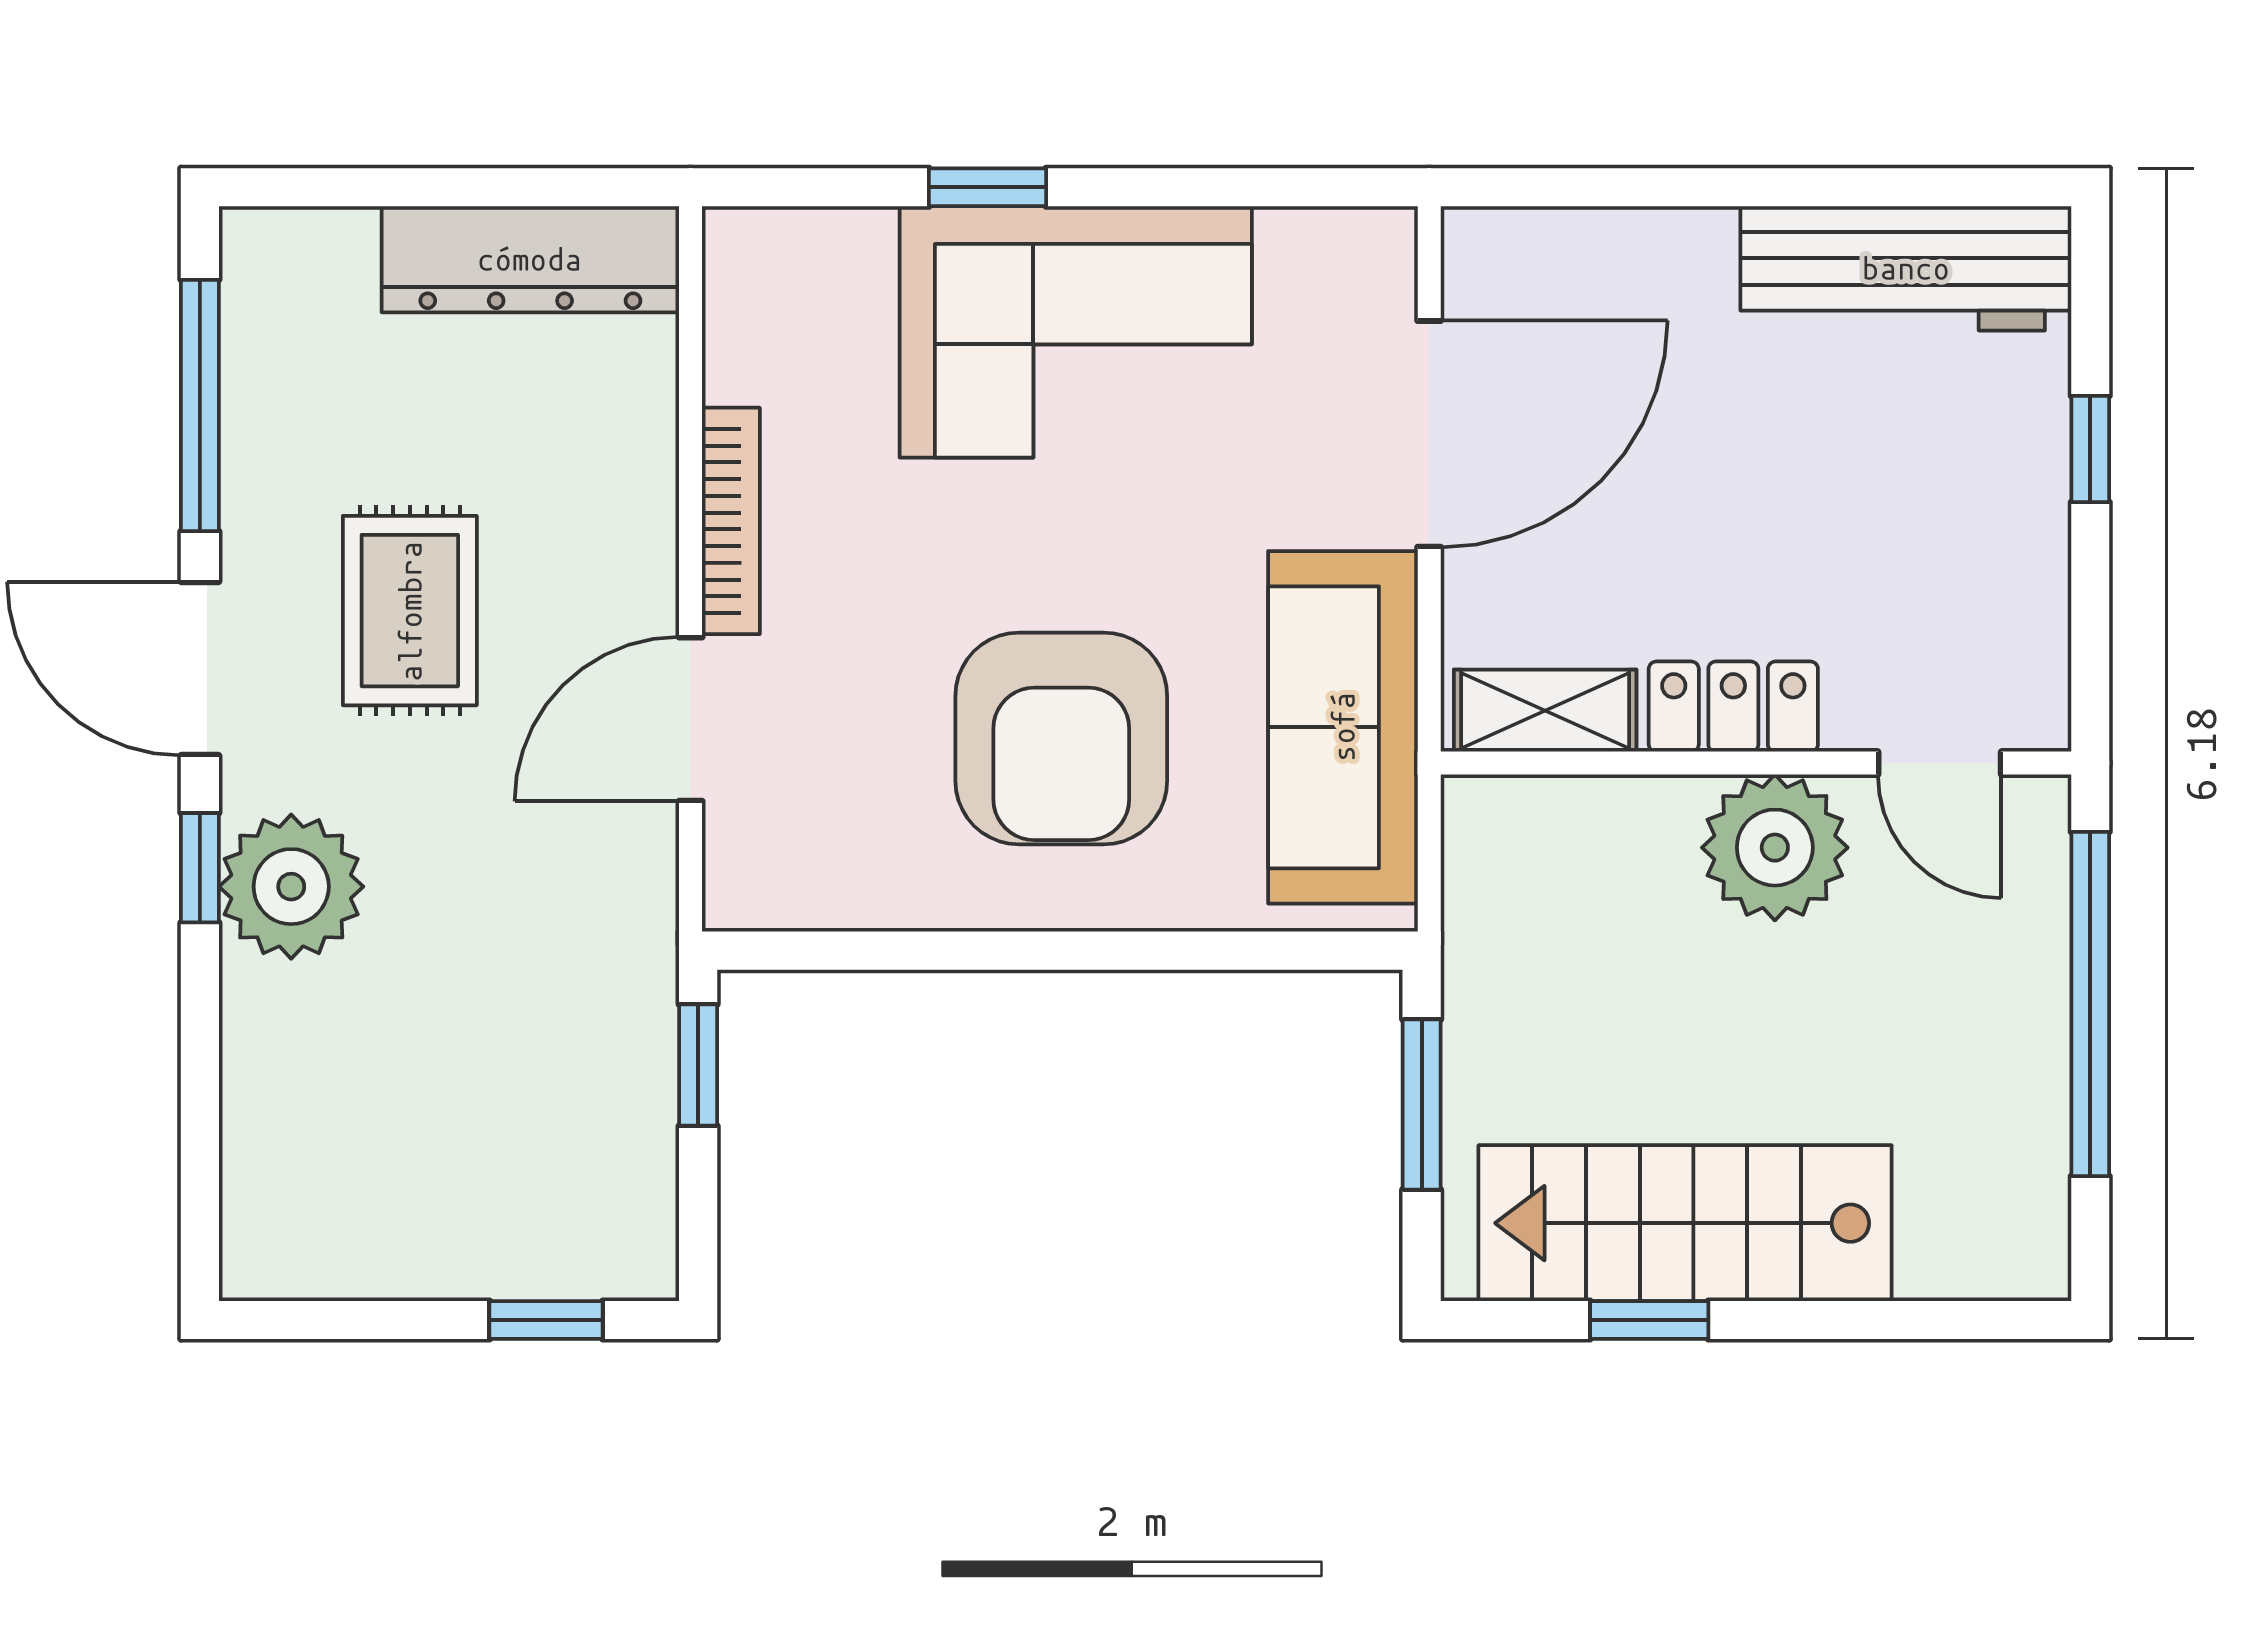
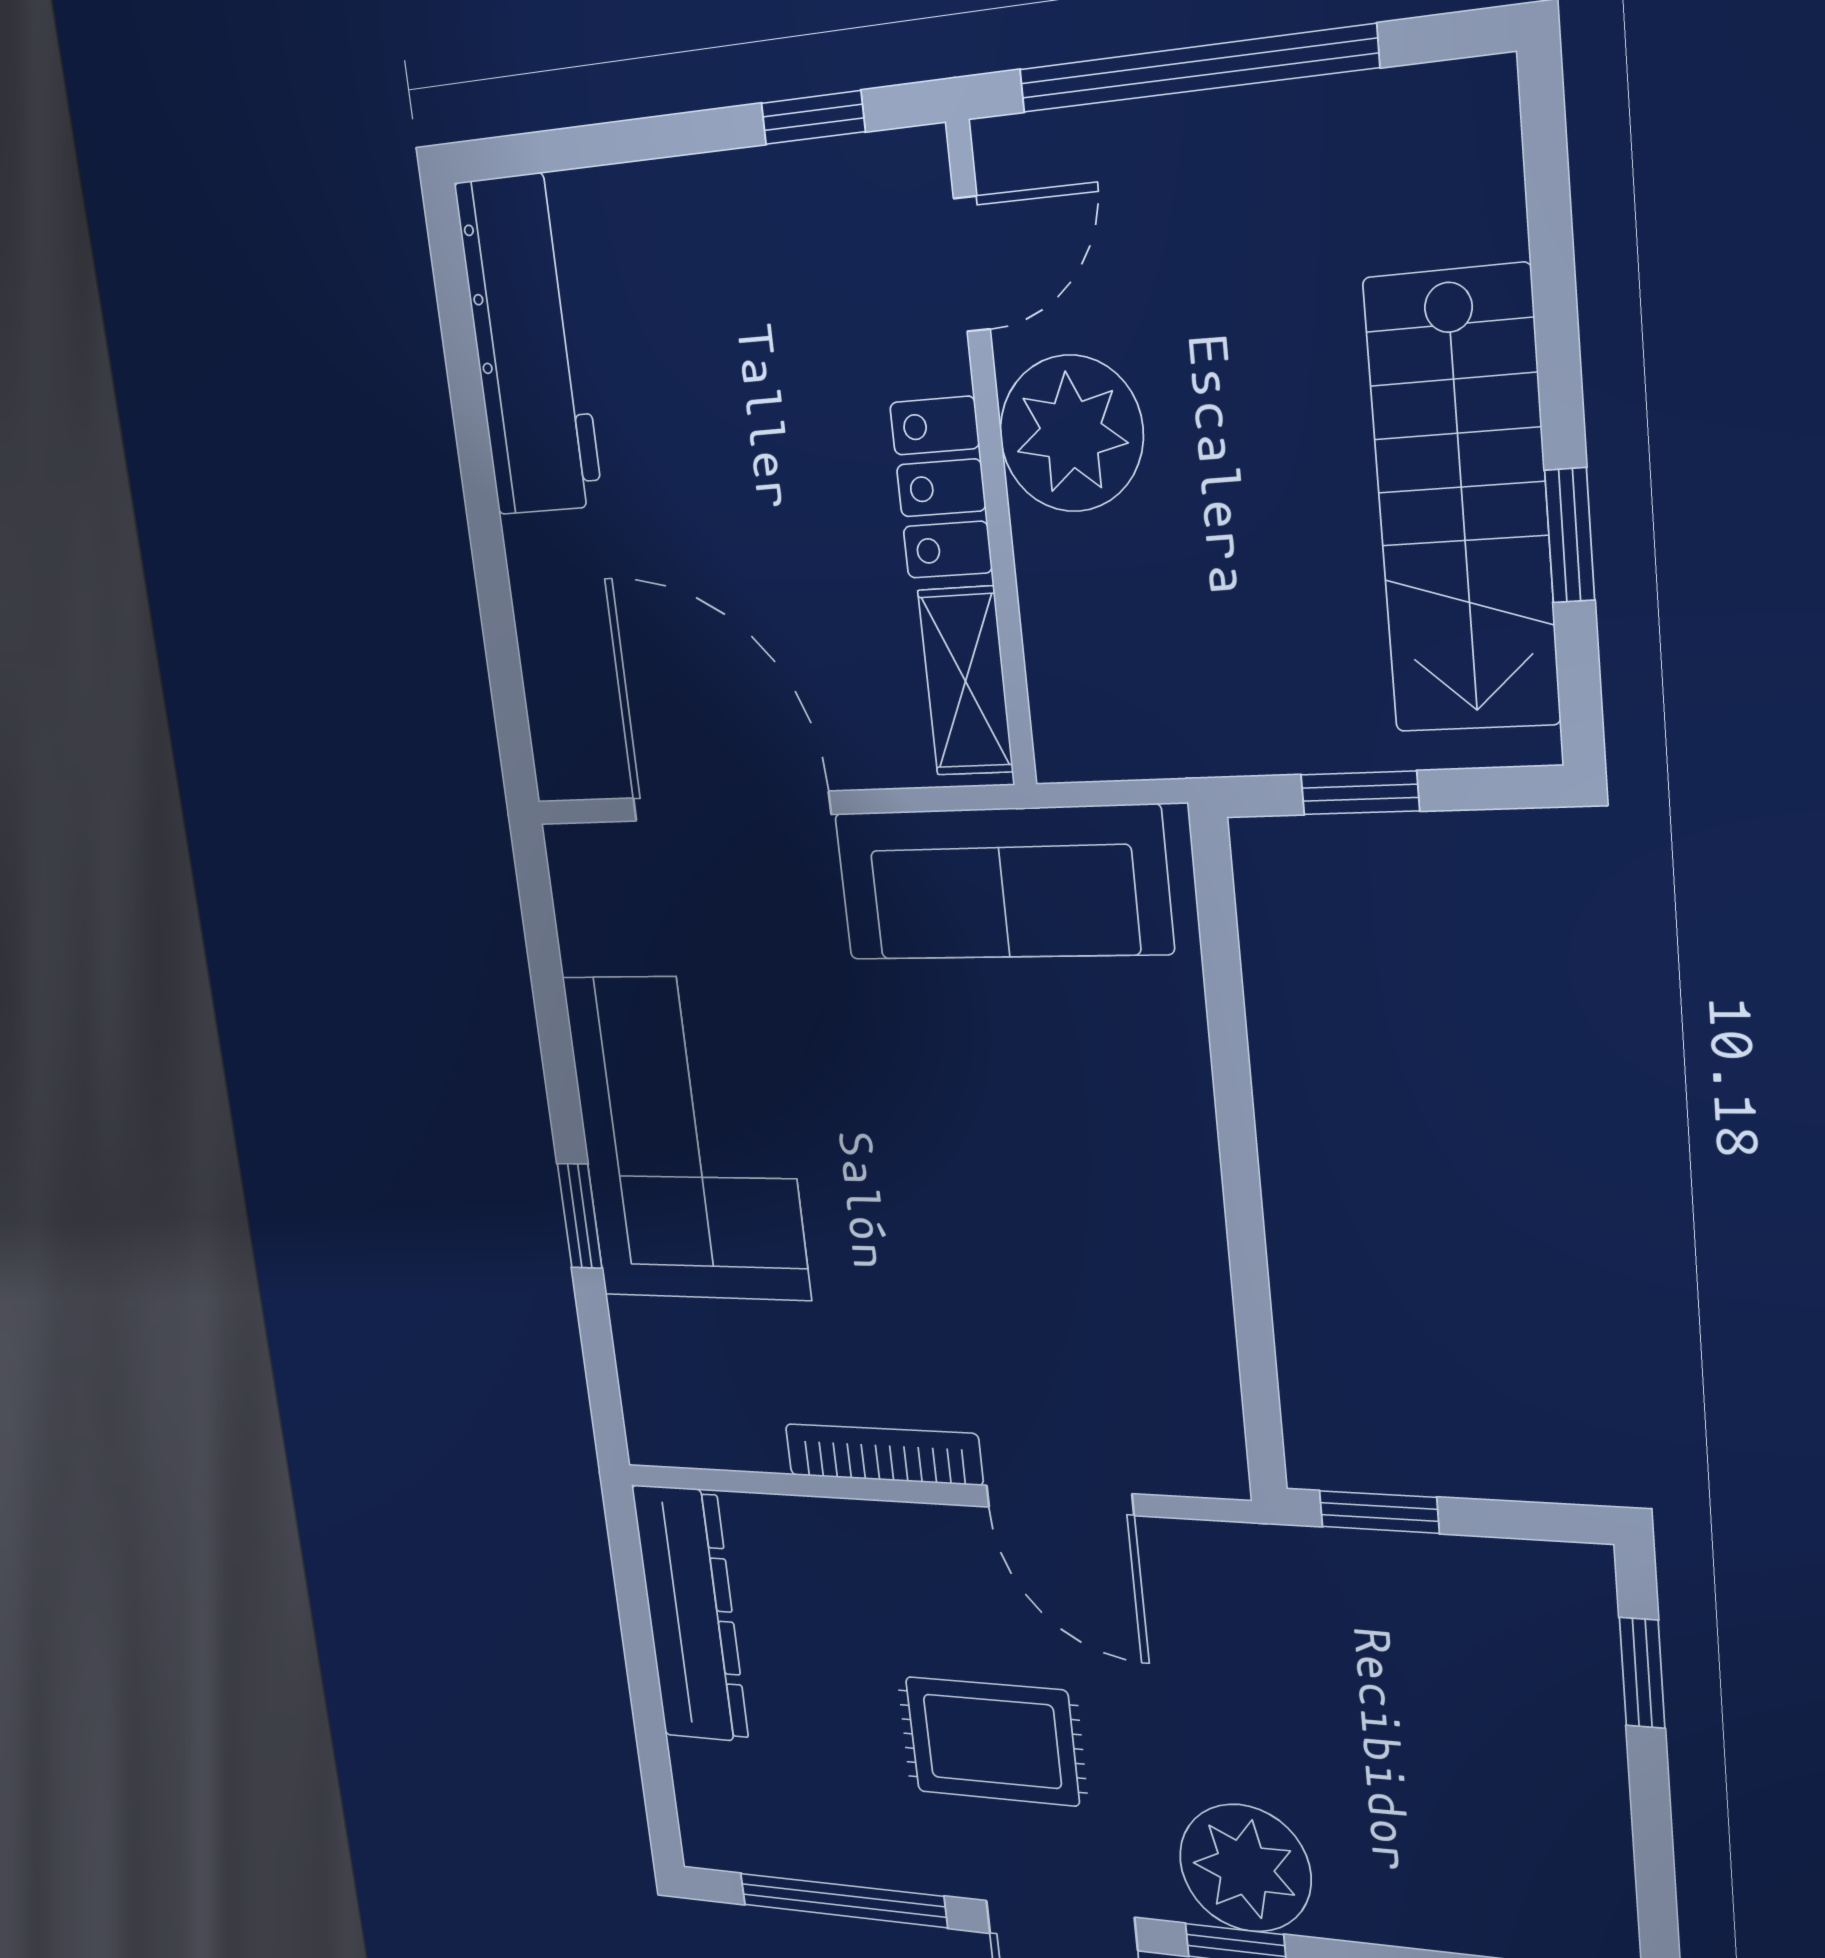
window: (2090, 449) -> (813, 117), moved
armchair: (1061, 738) -> (1041, 1157), removed
window: (1422, 1105) -> (1360, 793), width x0.67

